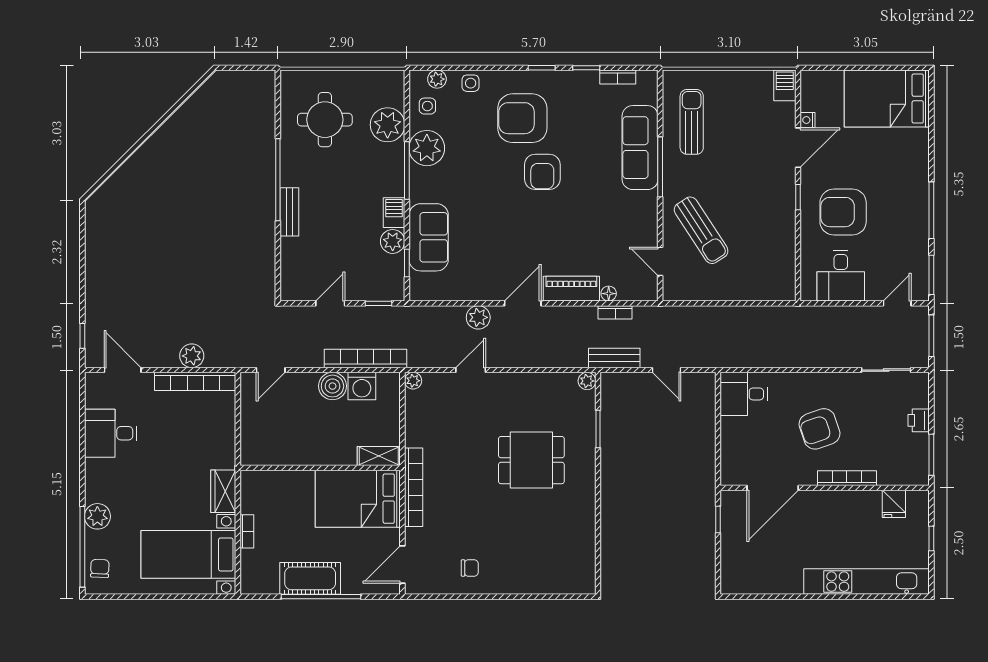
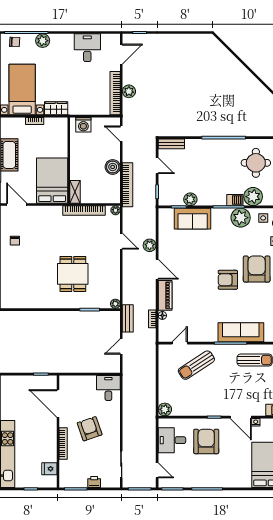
bench: (289, 212) -> (171, 144), moved
barbecue: (394, 213) -> (235, 200), moved
plant: (784, 289) -> (165, 409), added
washing machine: (362, 386) -> (83, 125), moved, turned -90
bookcase: (414, 487) -> (84, 211), moved

